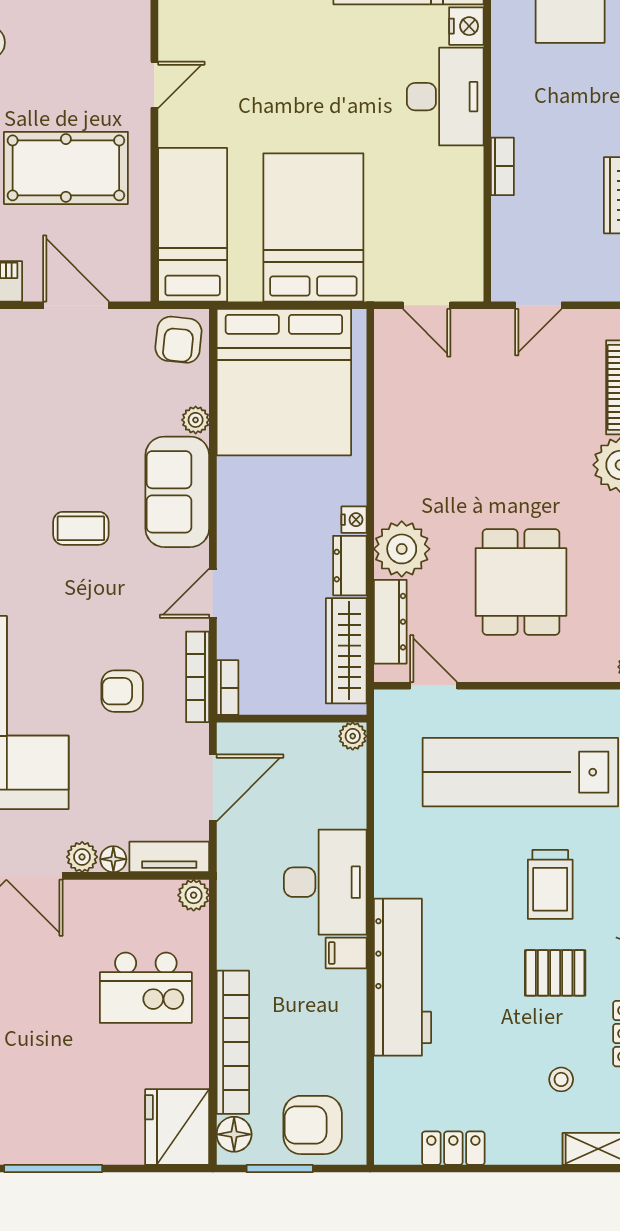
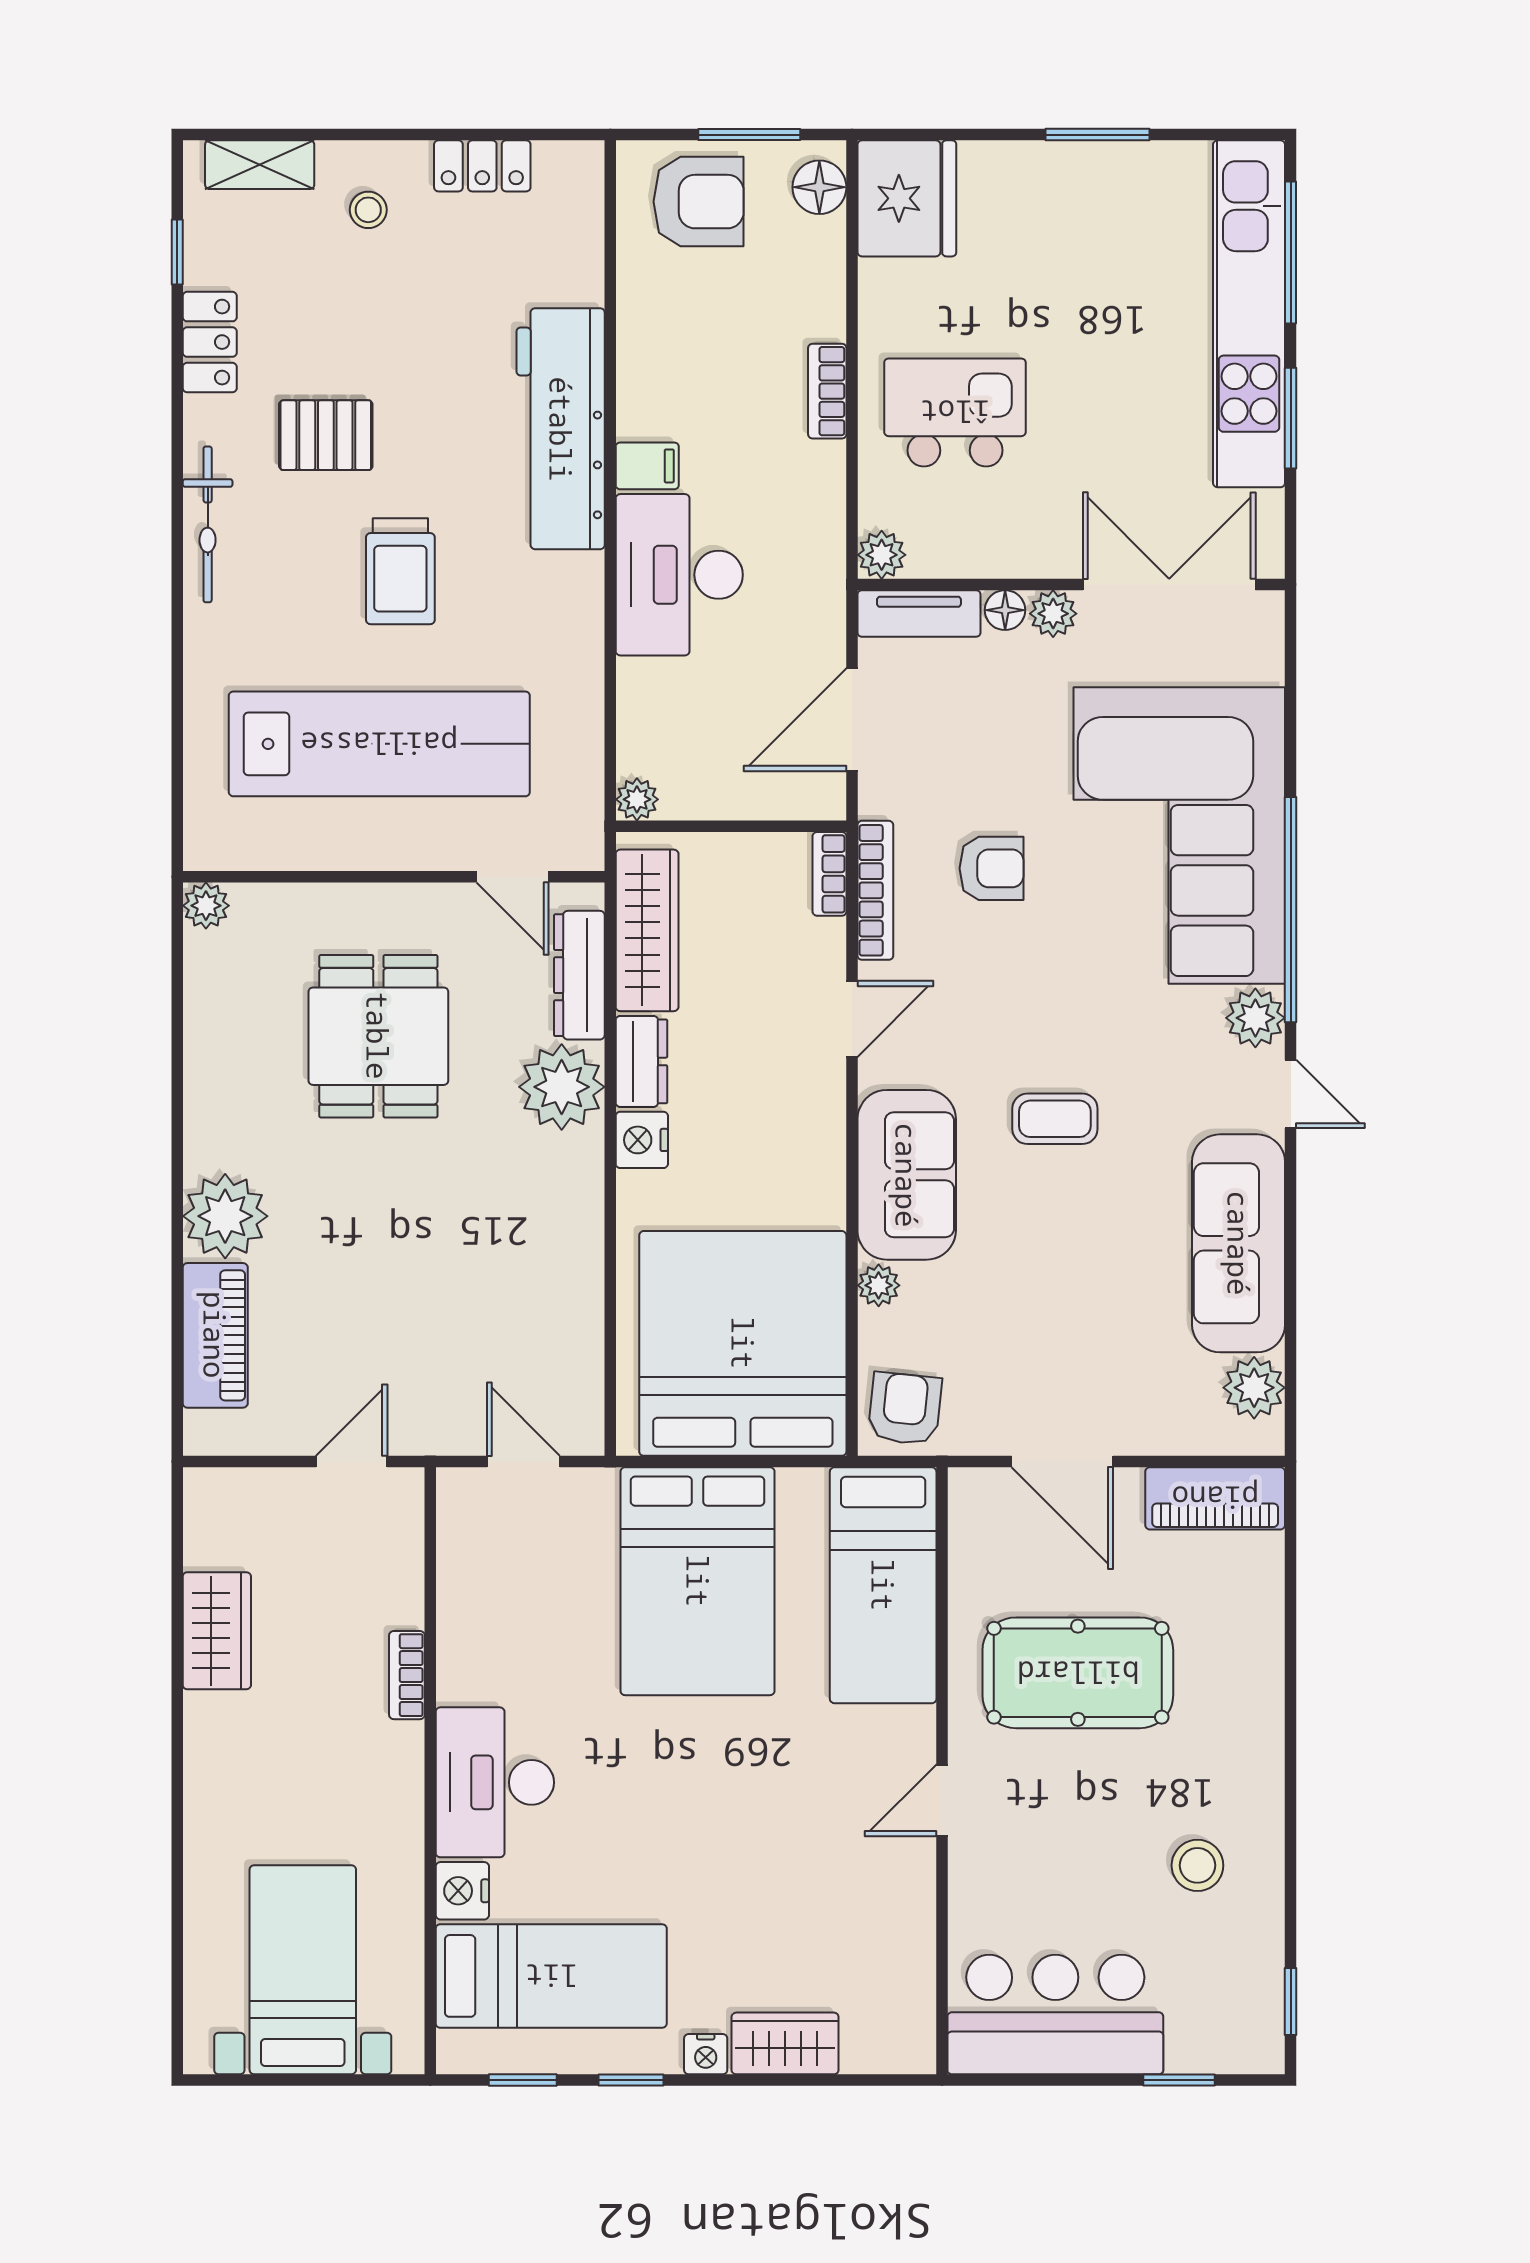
nightstand: (354, 520) -> (642, 1140), width x1.39, depth x1.35
trolley: (550, 884) -> (400, 571), moved, turned 180
bookcase: (233, 1042) -> (827, 391), width x0.43, depth x0.76
stool: (561, 1079) -> (368, 210), moved
window: (53, 1169) -> (1097, 135), width x0.69

